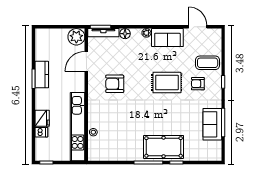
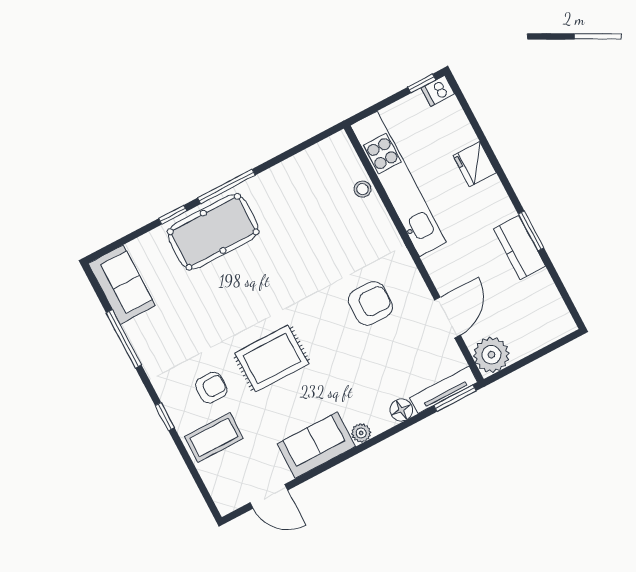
sofa: (212, 124) -> (122, 285), moved
dishwasher: (41, 132) -> (438, 91), moved

